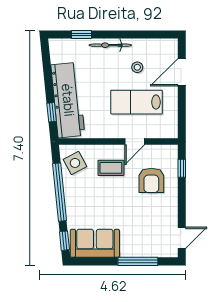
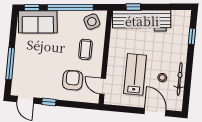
bicycle: (110, 45) -> (180, 79), moved
door: (135, 142) -> (103, 86), moved
window: (182, 168) -> (49, 102), moved
armchair: (151, 180) -> (73, 80), turned 90
sofa: (95, 243) -> (38, 22), moved, turned 84

